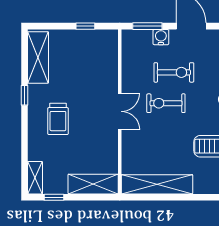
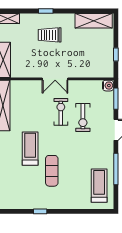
water cooler: (161, 37) -> (108, 86), moved
window: (25, 95) -> (46, 11), moved

